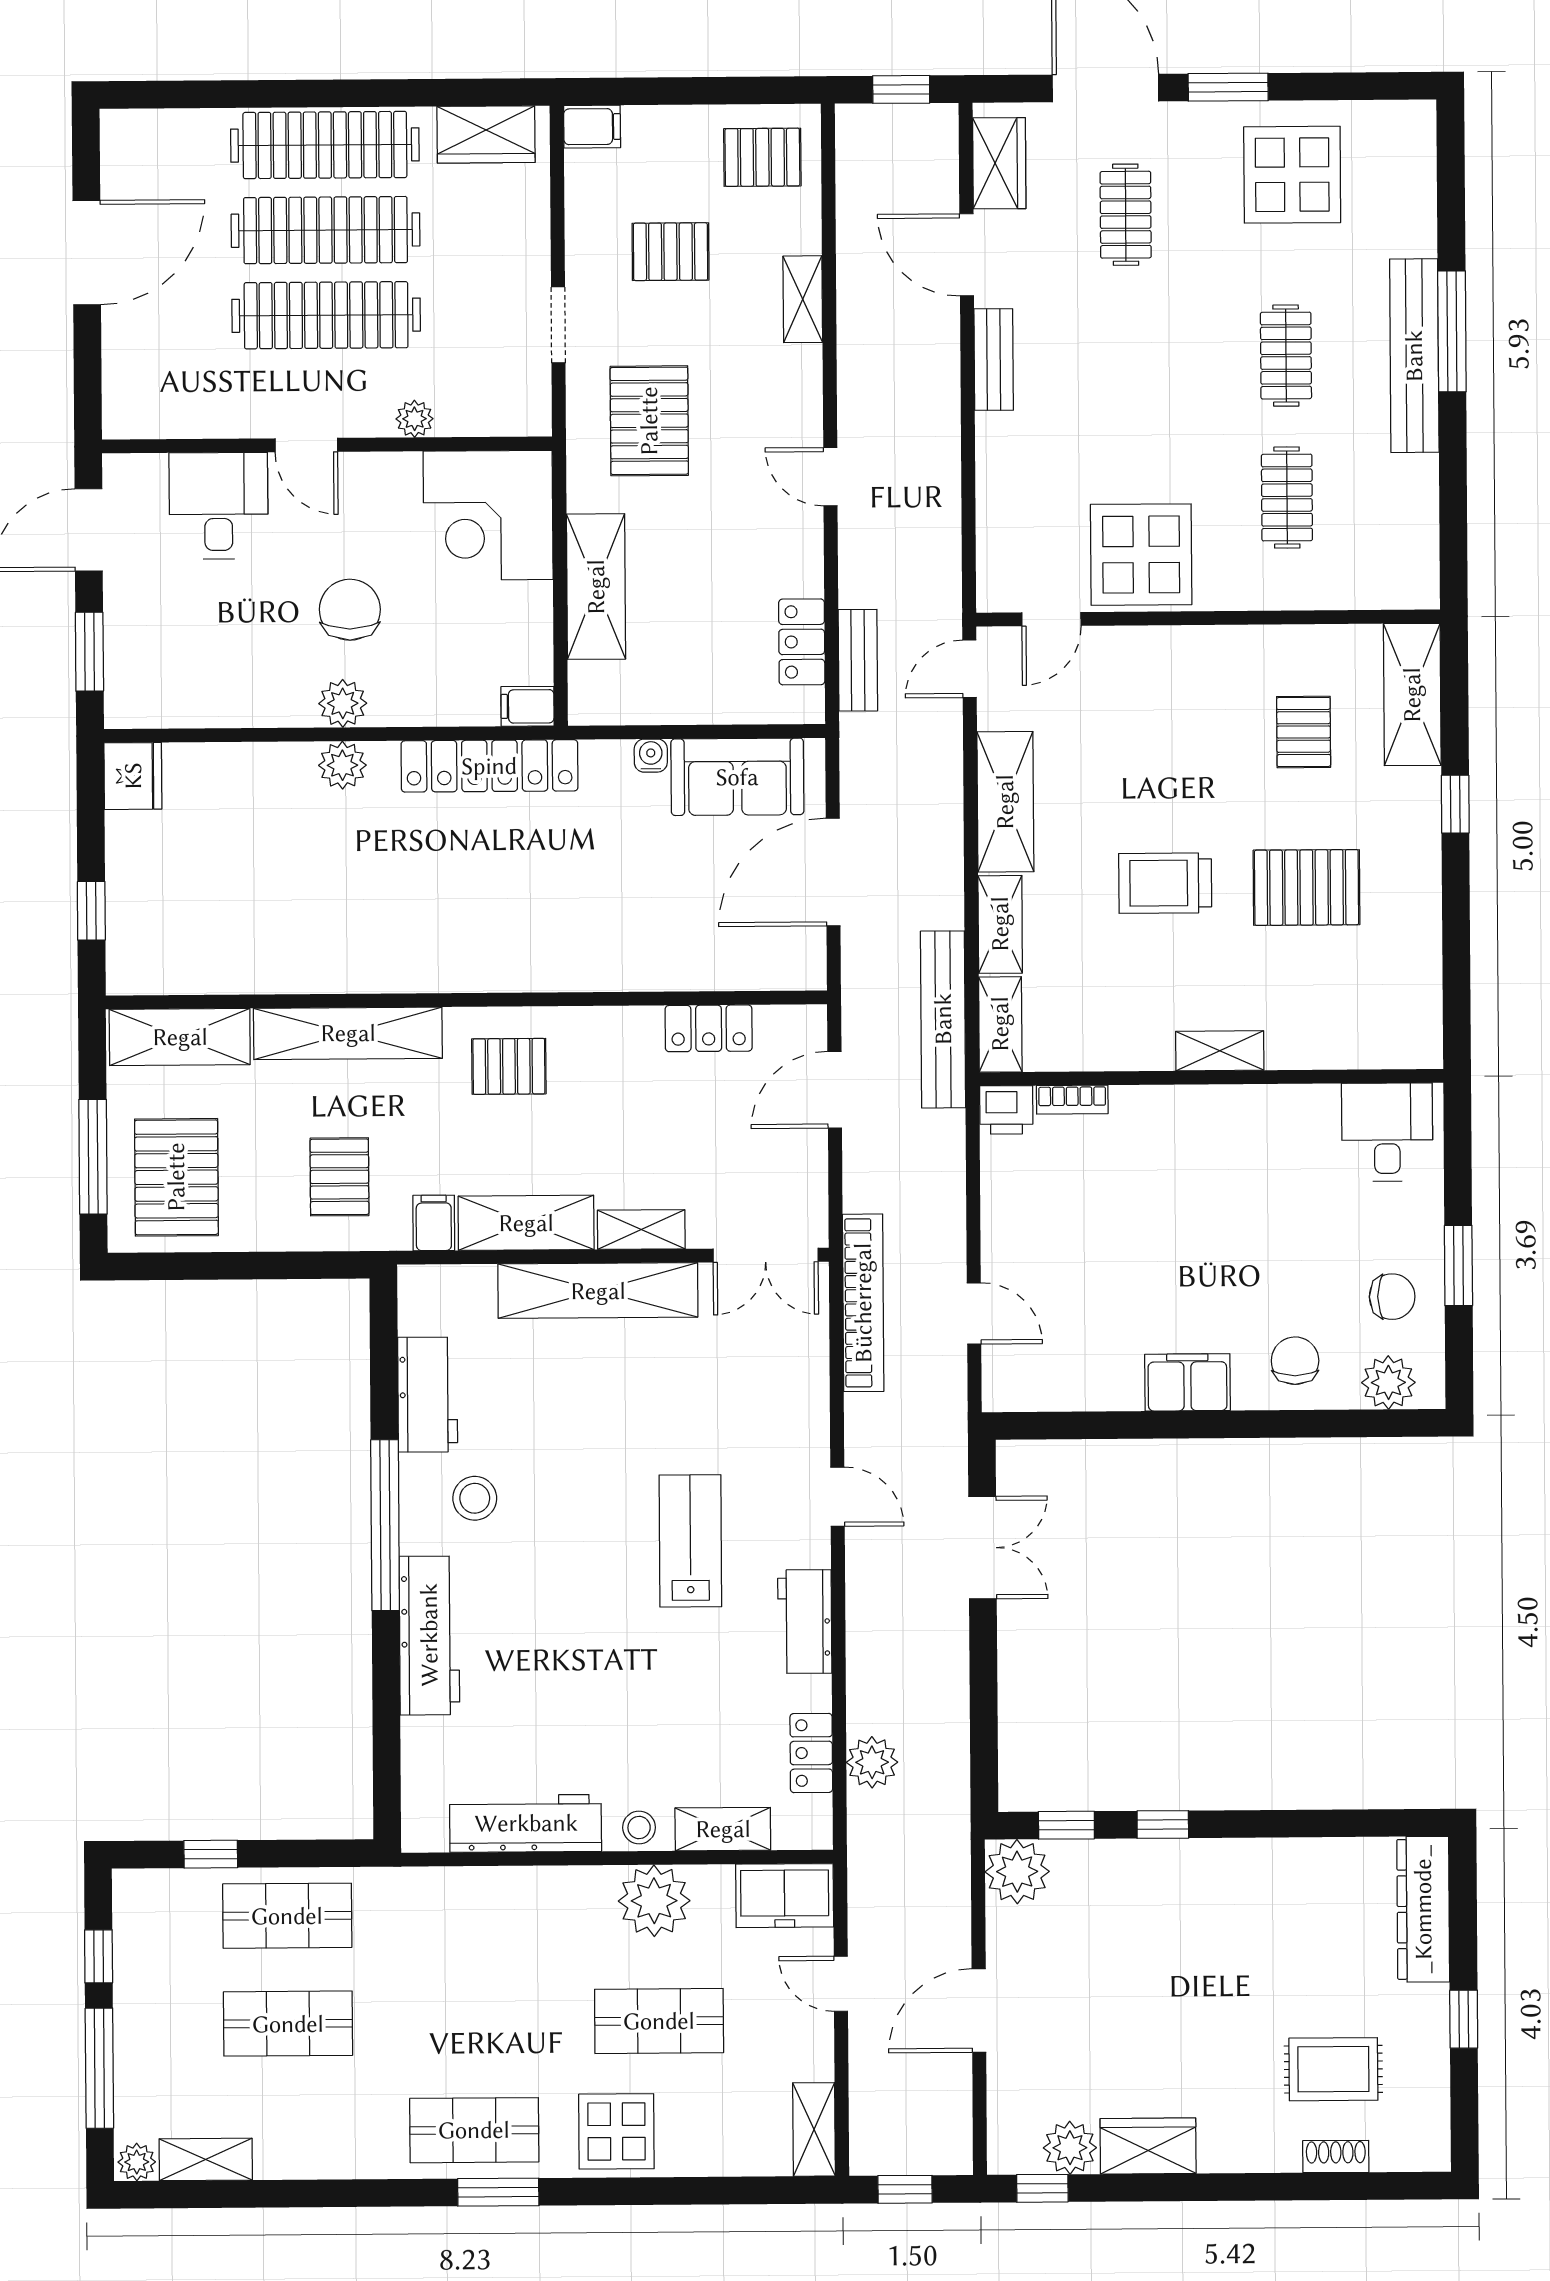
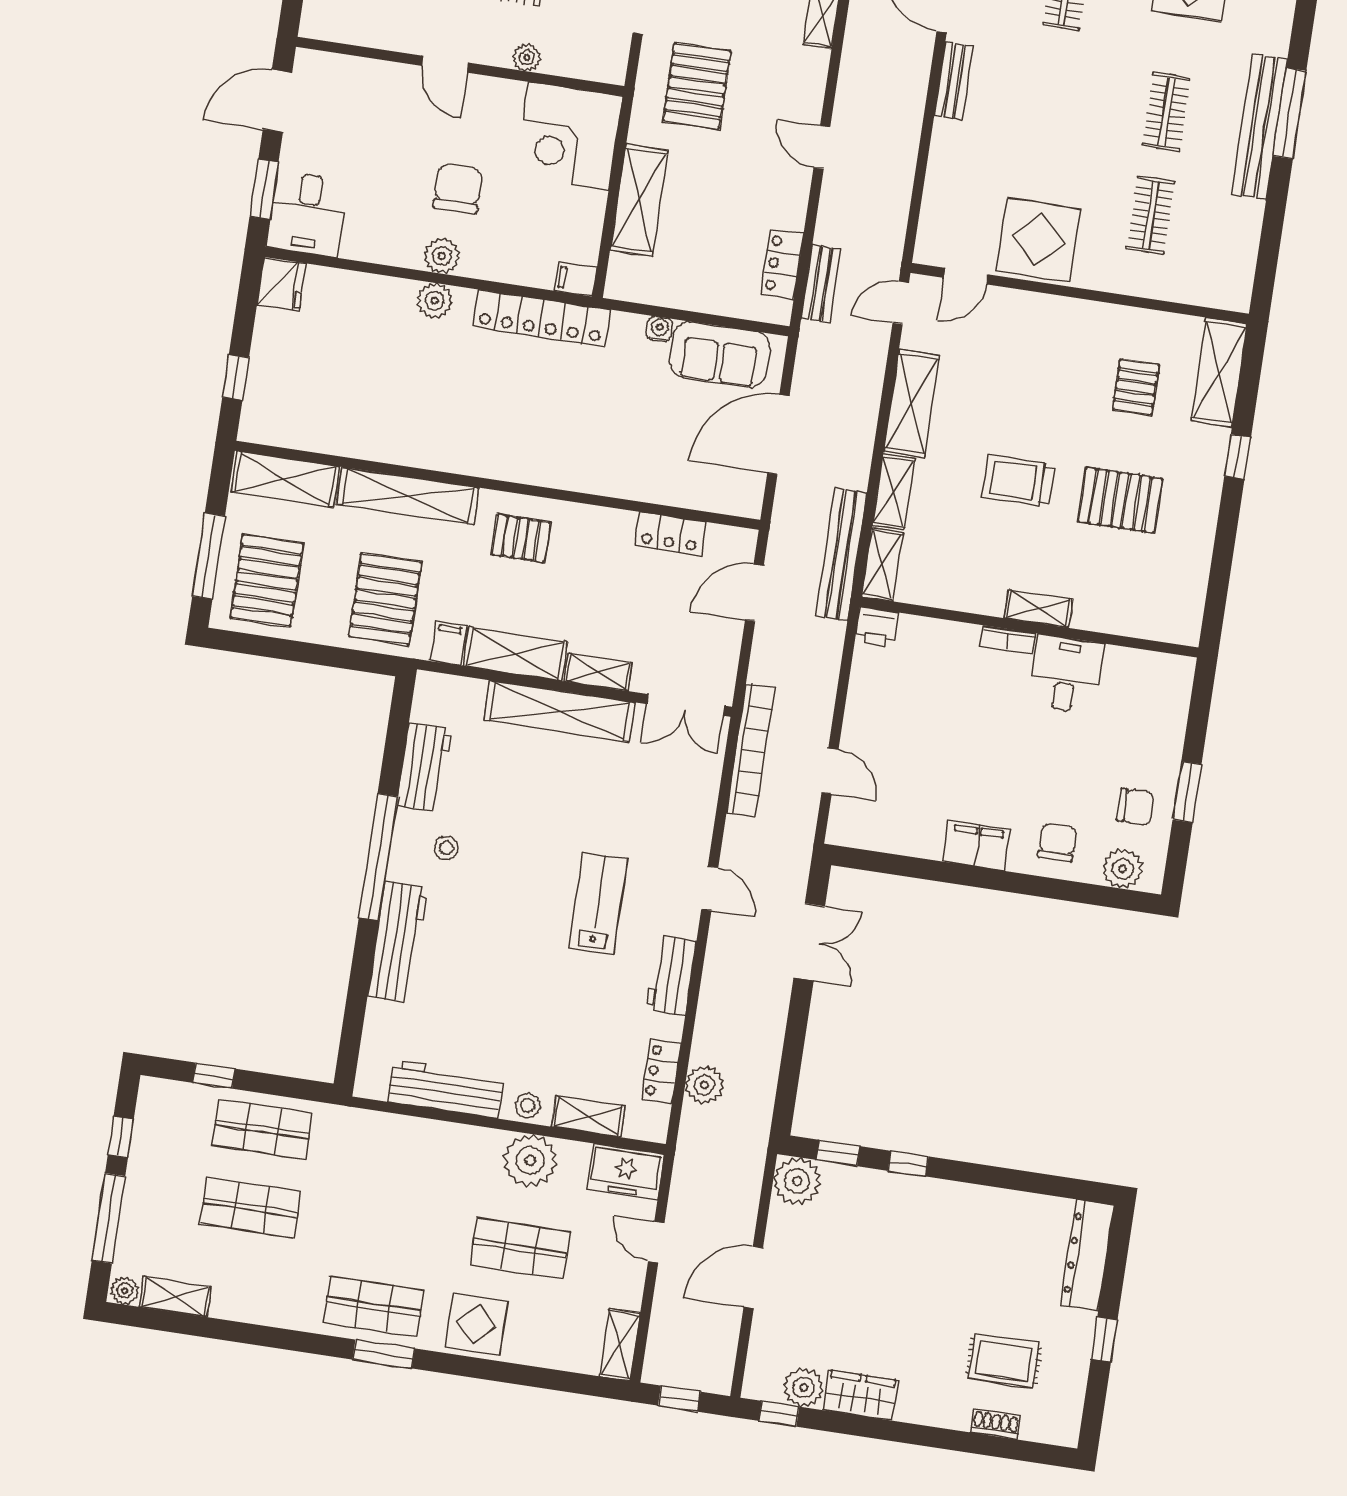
desk: (219, 506) -> (307, 214), moved, turned 180
bookcase: (1072, 1100) -> (1008, 640), moved
desk: (1387, 1132) -> (1066, 674), moved
pallet: (339, 1177) -> (385, 599), width x1.50, depth x1.42
stool: (475, 1498) -> (446, 848), width x0.73, depth x0.73

